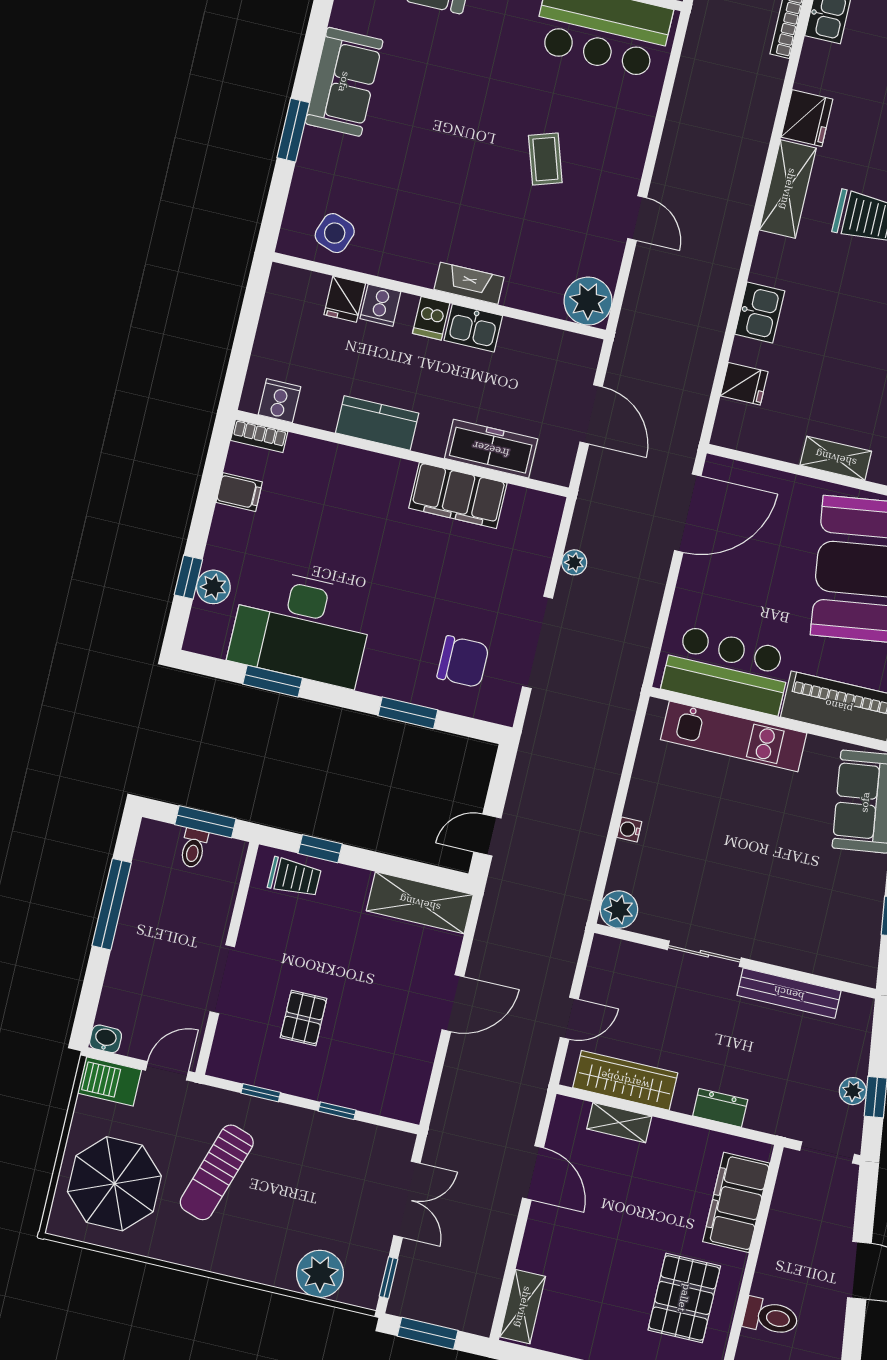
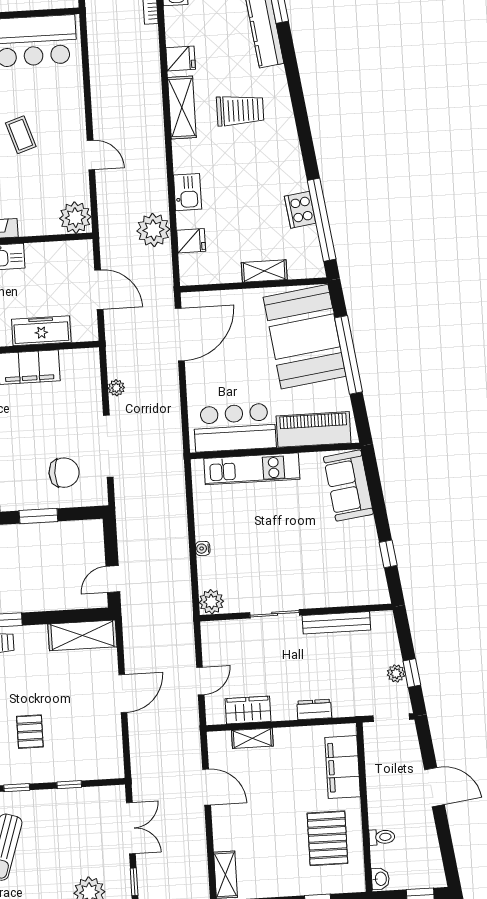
fridge: (807, 118) -> (181, 58), width x0.72
plant: (695, 352) -> (153, 230), added
wardrobe: (625, 1080) -> (248, 710), width x0.67
toilet: (771, 1317) -> (382, 837), width x0.73, depth x0.72

